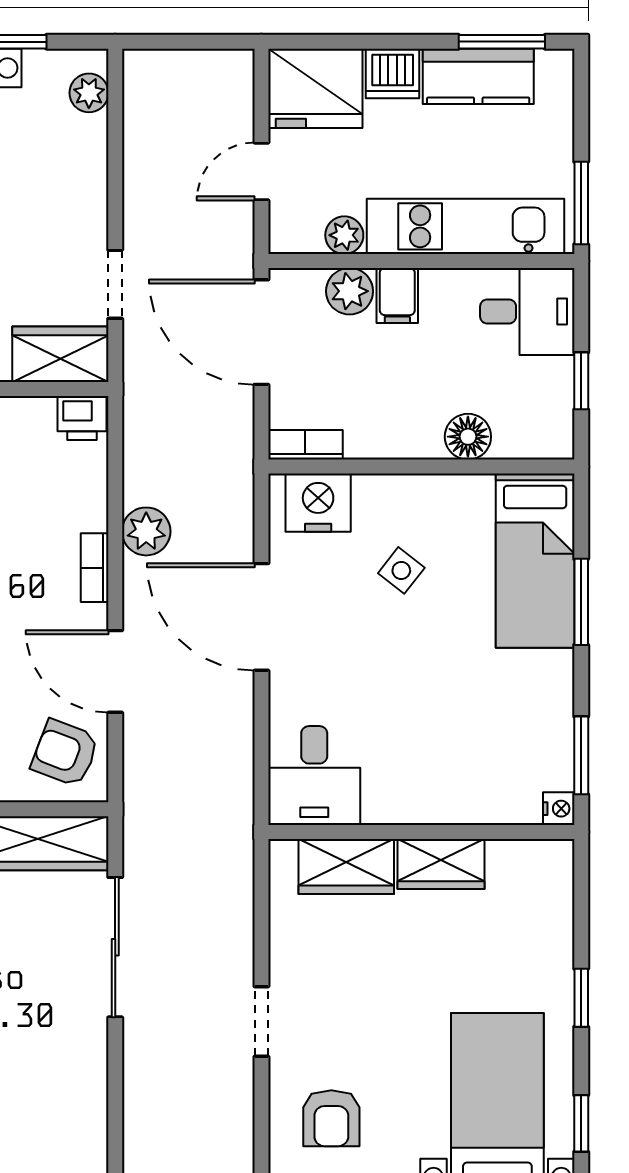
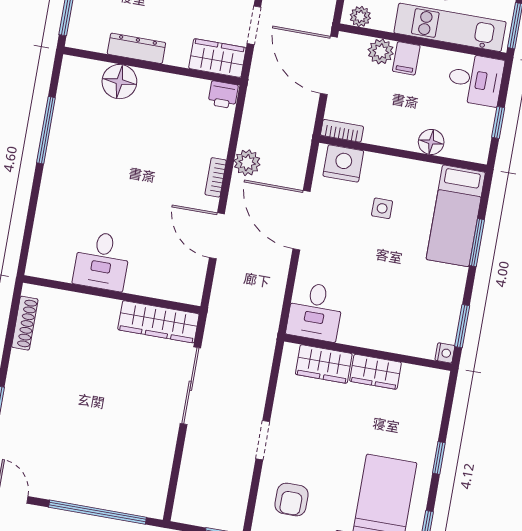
plant: (344, 235) -> (360, 17), moved
side table: (401, 570) -> (382, 208), turned -38
armchair: (65, 753) -> (182, 275), removed

